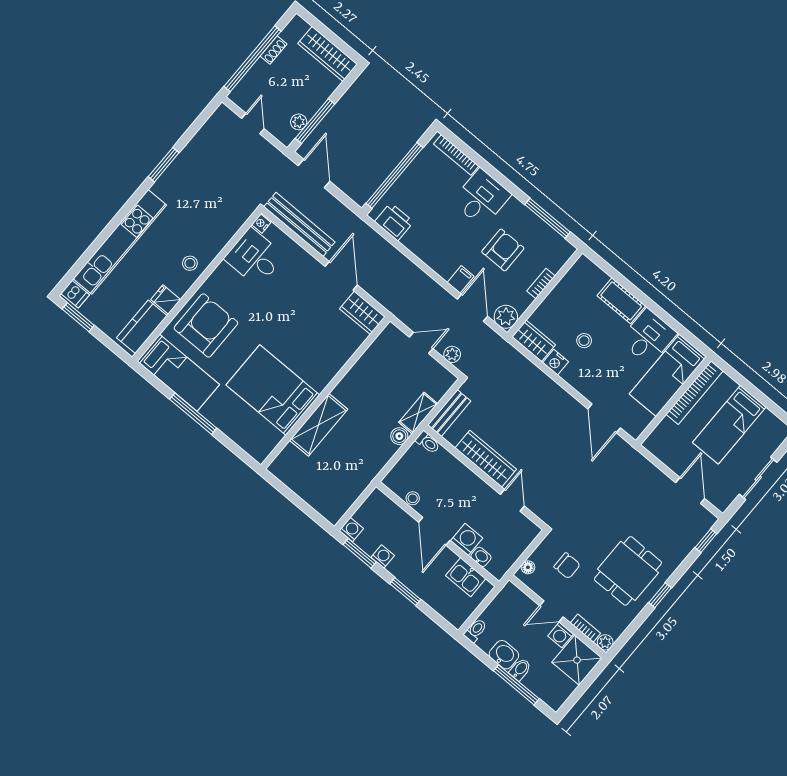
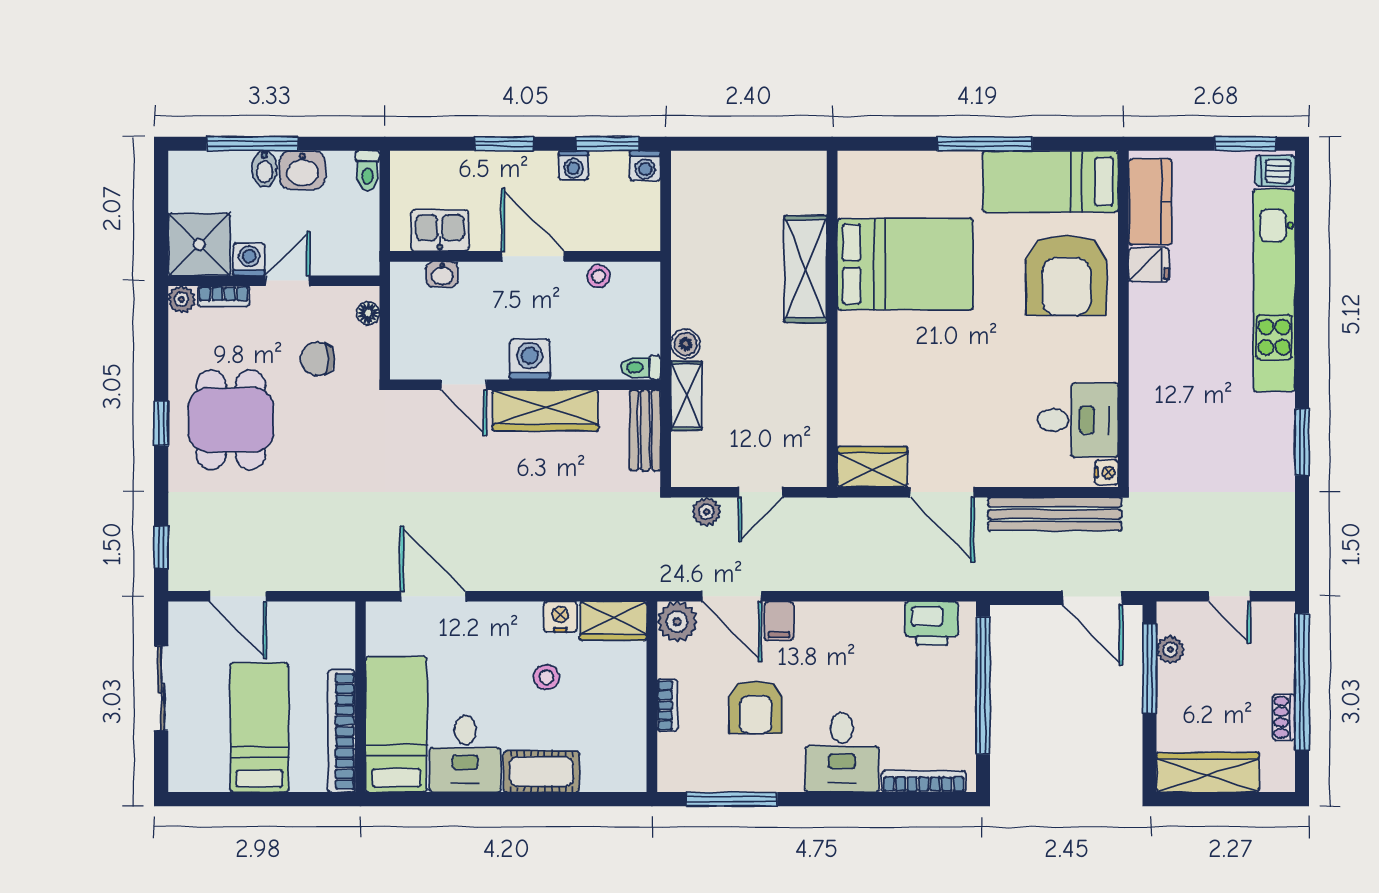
stool: (190, 263) -> (1157, 340), removed
washing machine: (467, 539) -> (530, 359), moved, turned 180

